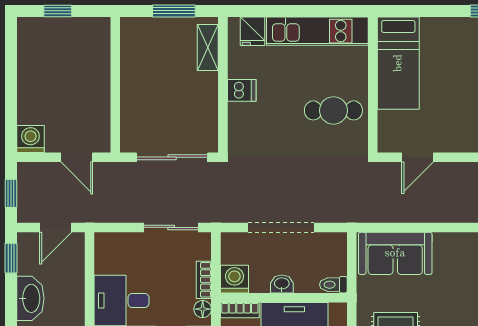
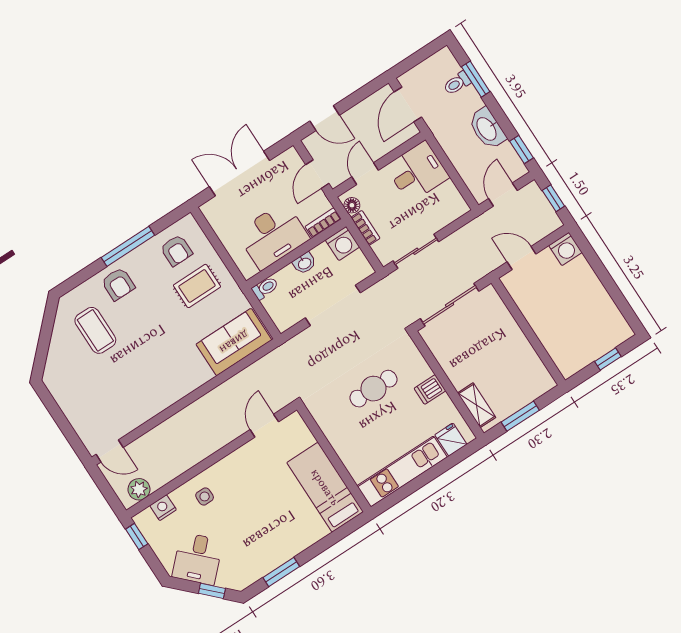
cafe table: (333, 110) -> (373, 389), moved

